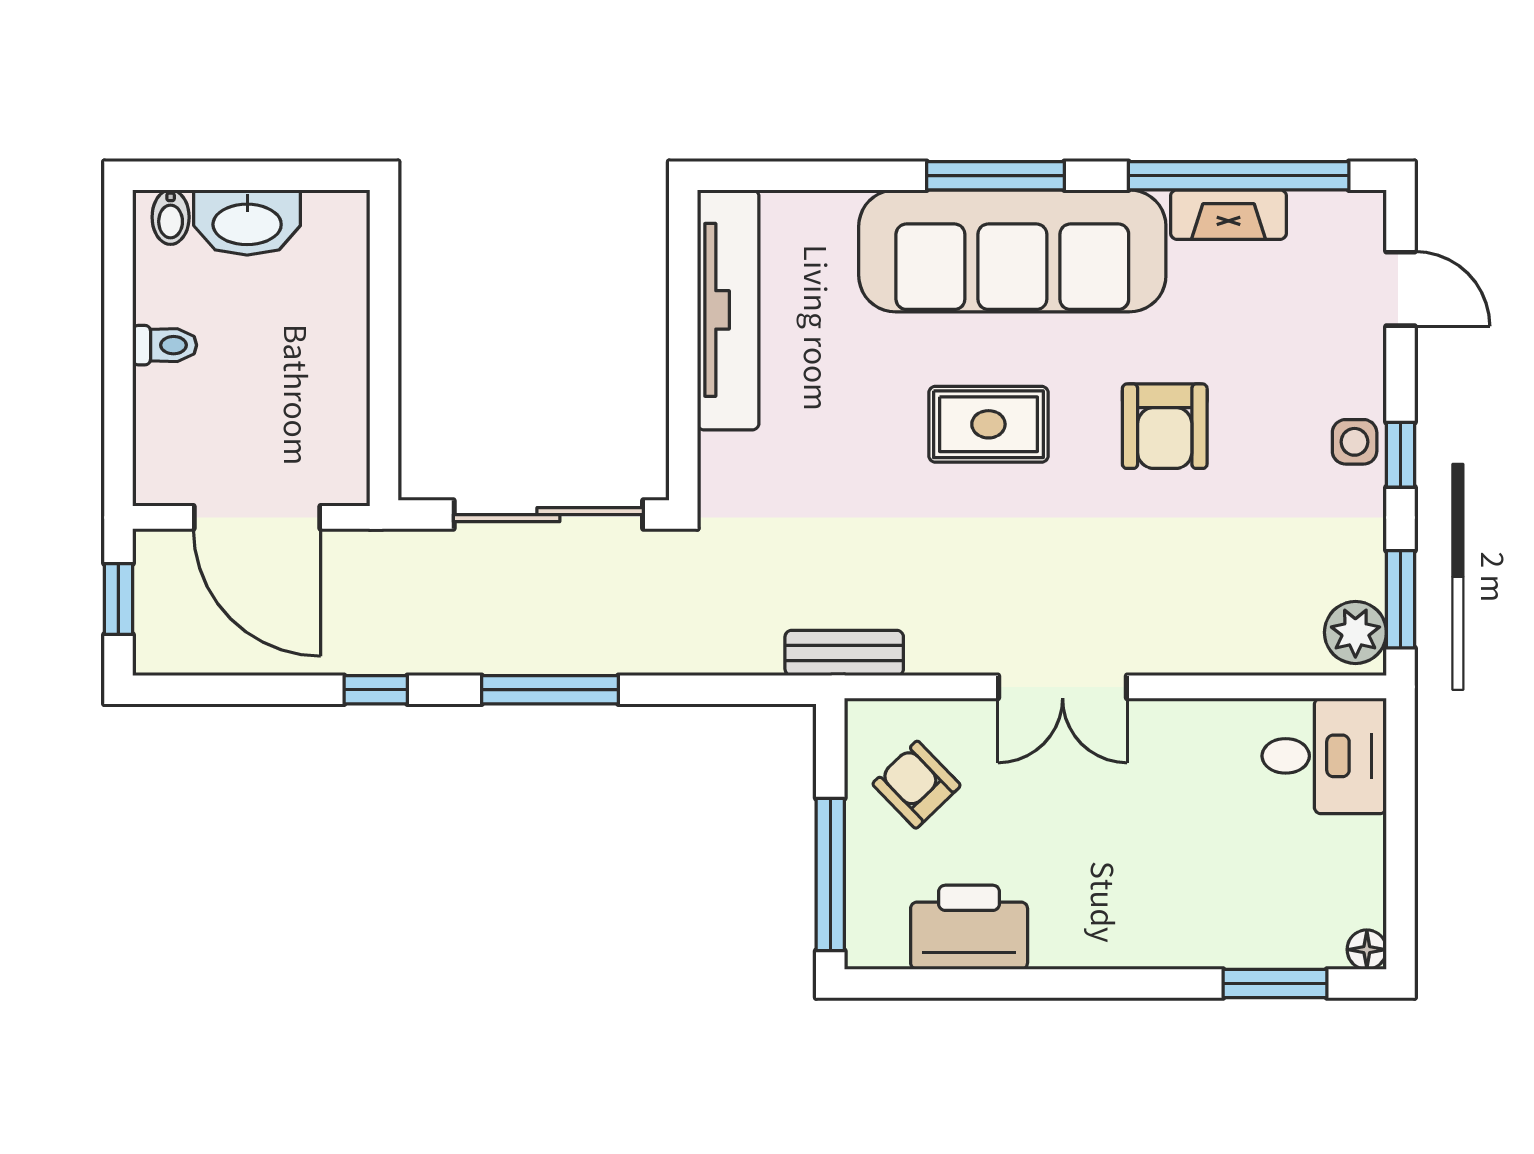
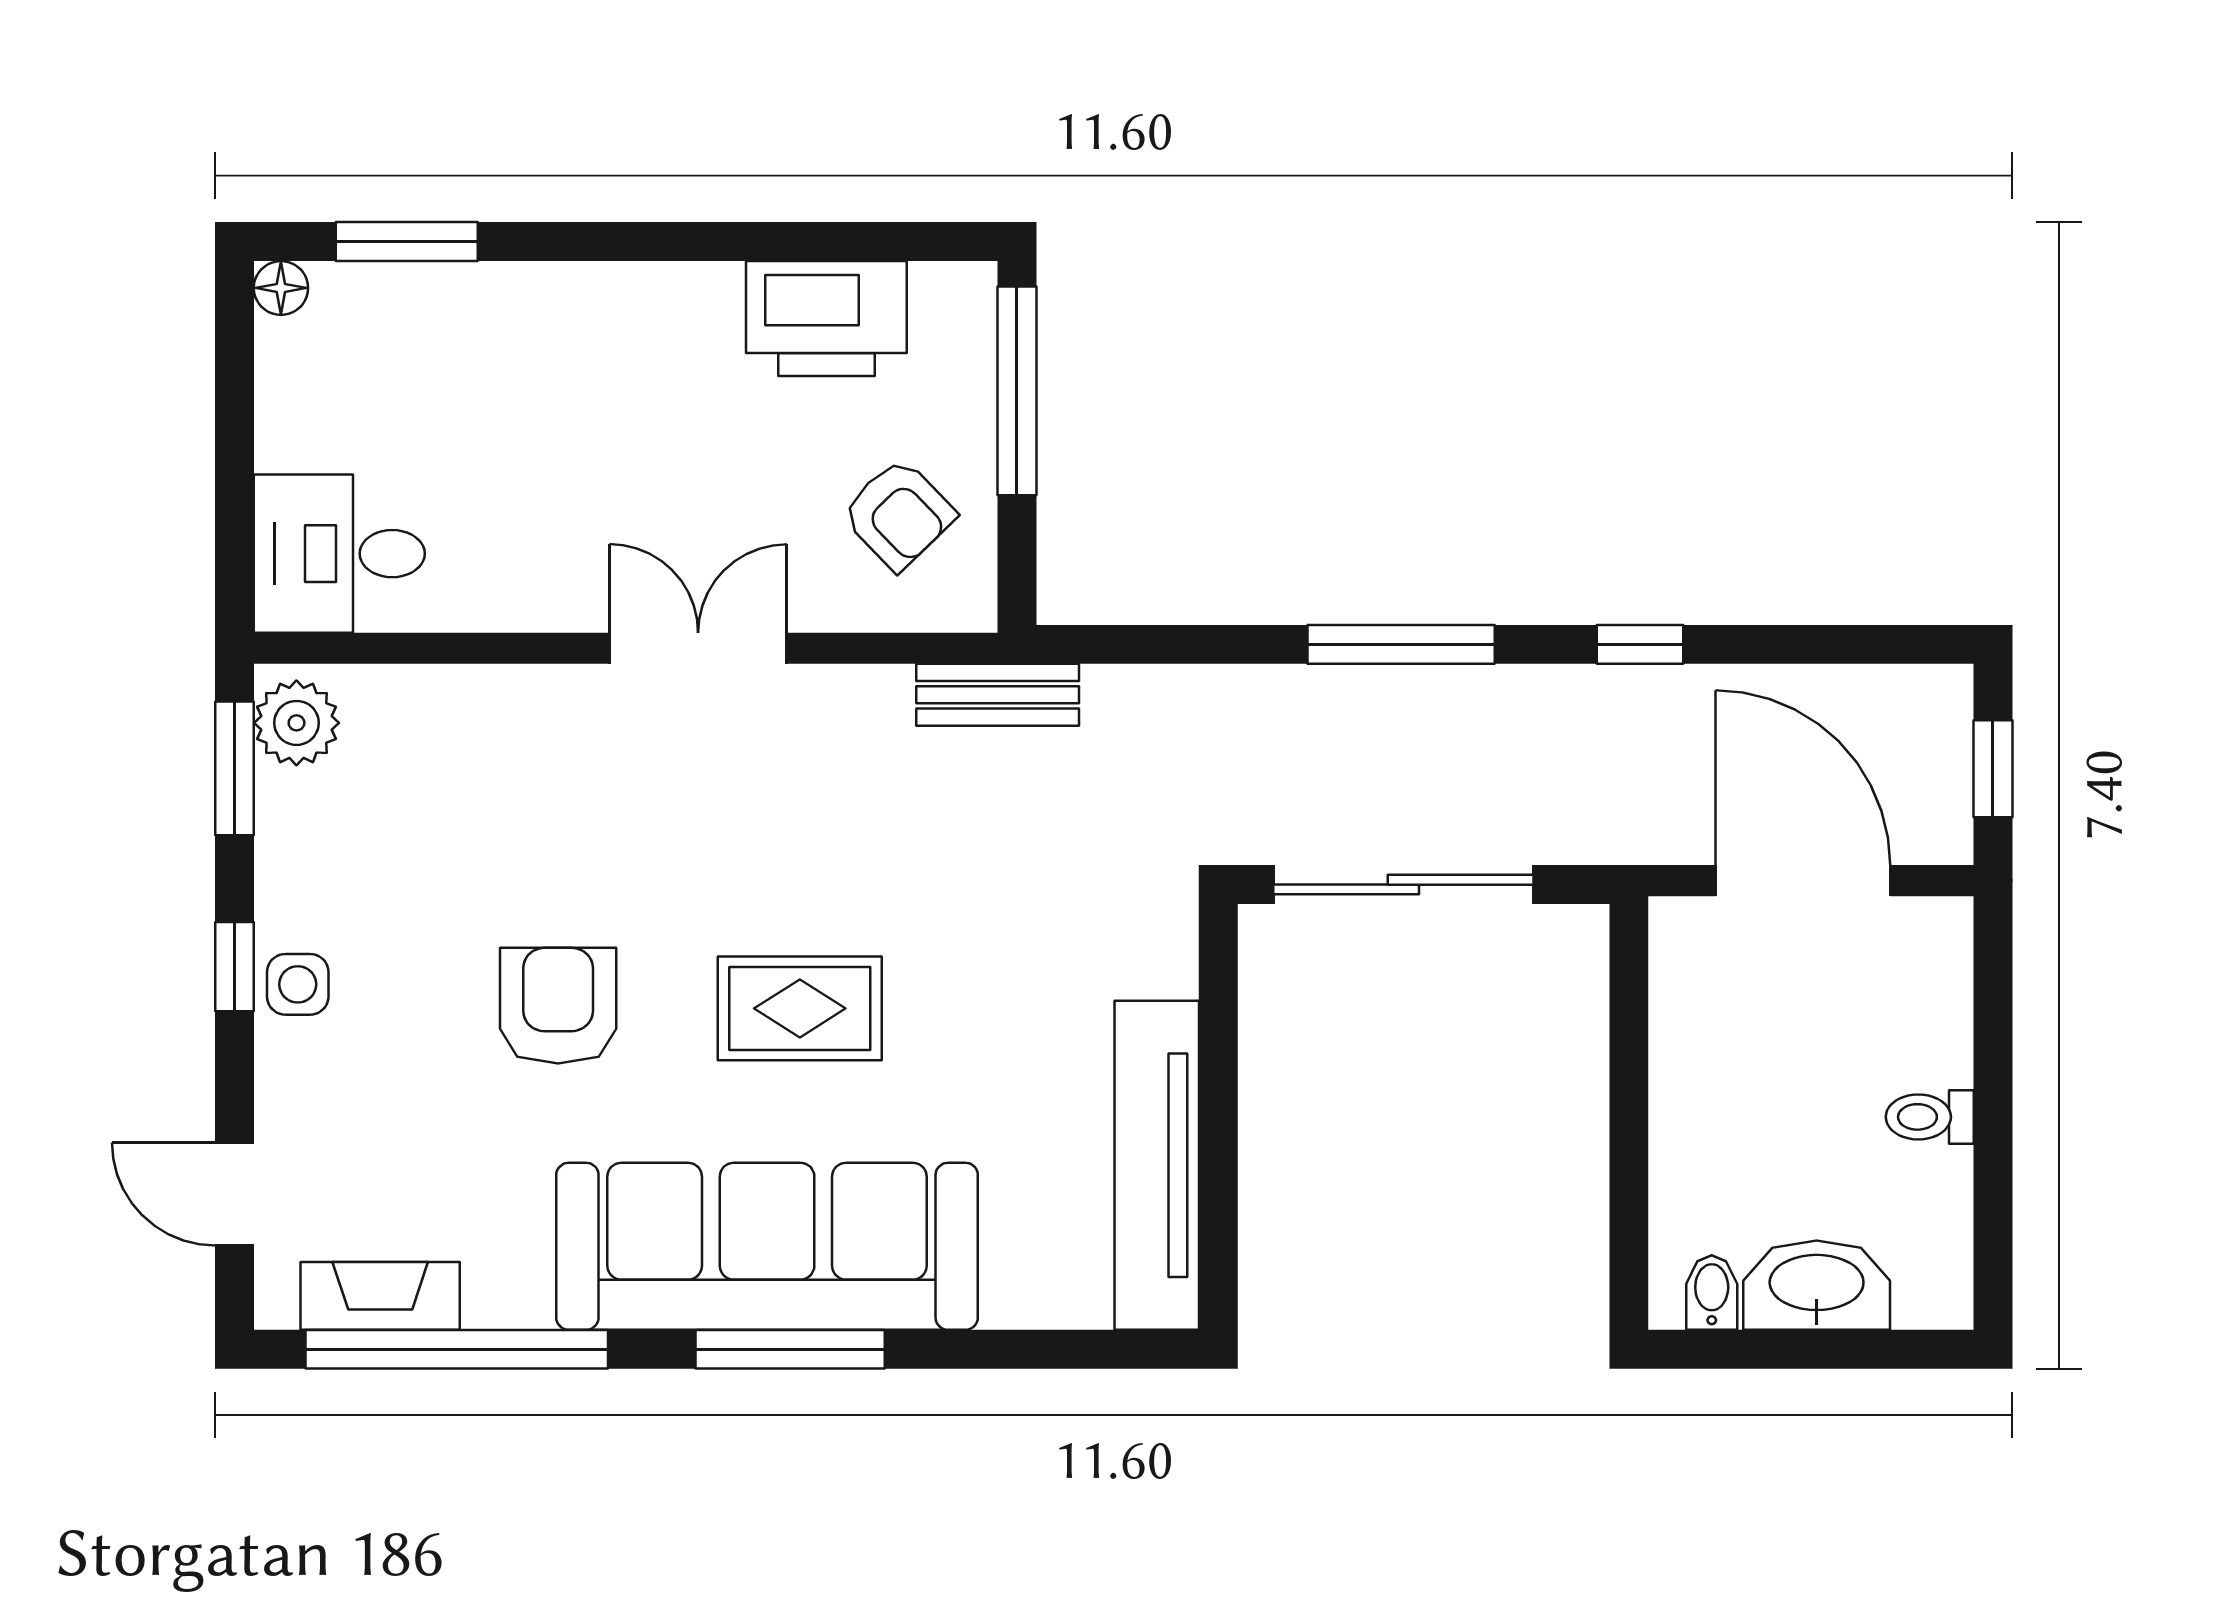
fireplace: (1228, 215) -> (380, 1296), moved
bidet: (171, 217) -> (1712, 1293), moved

